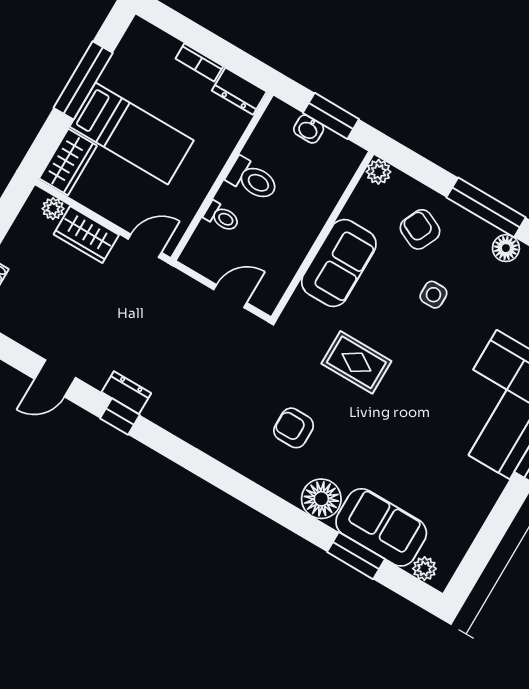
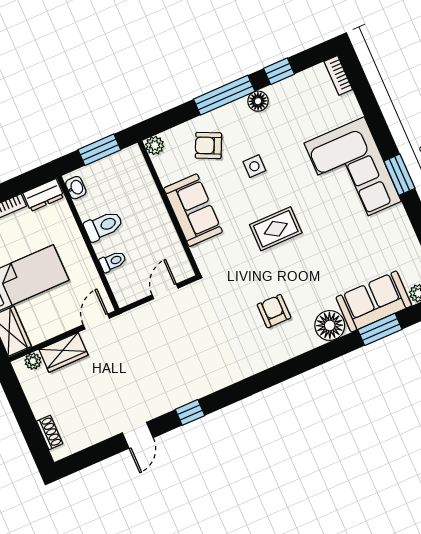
washbasin: (309, 129) -> (76, 188), moved, turned -90
rug: (356, 362) -> (276, 229), moved
dresser: (126, 393) -> (178, 398), removed
armchair: (294, 428) -> (274, 311), turned 90

